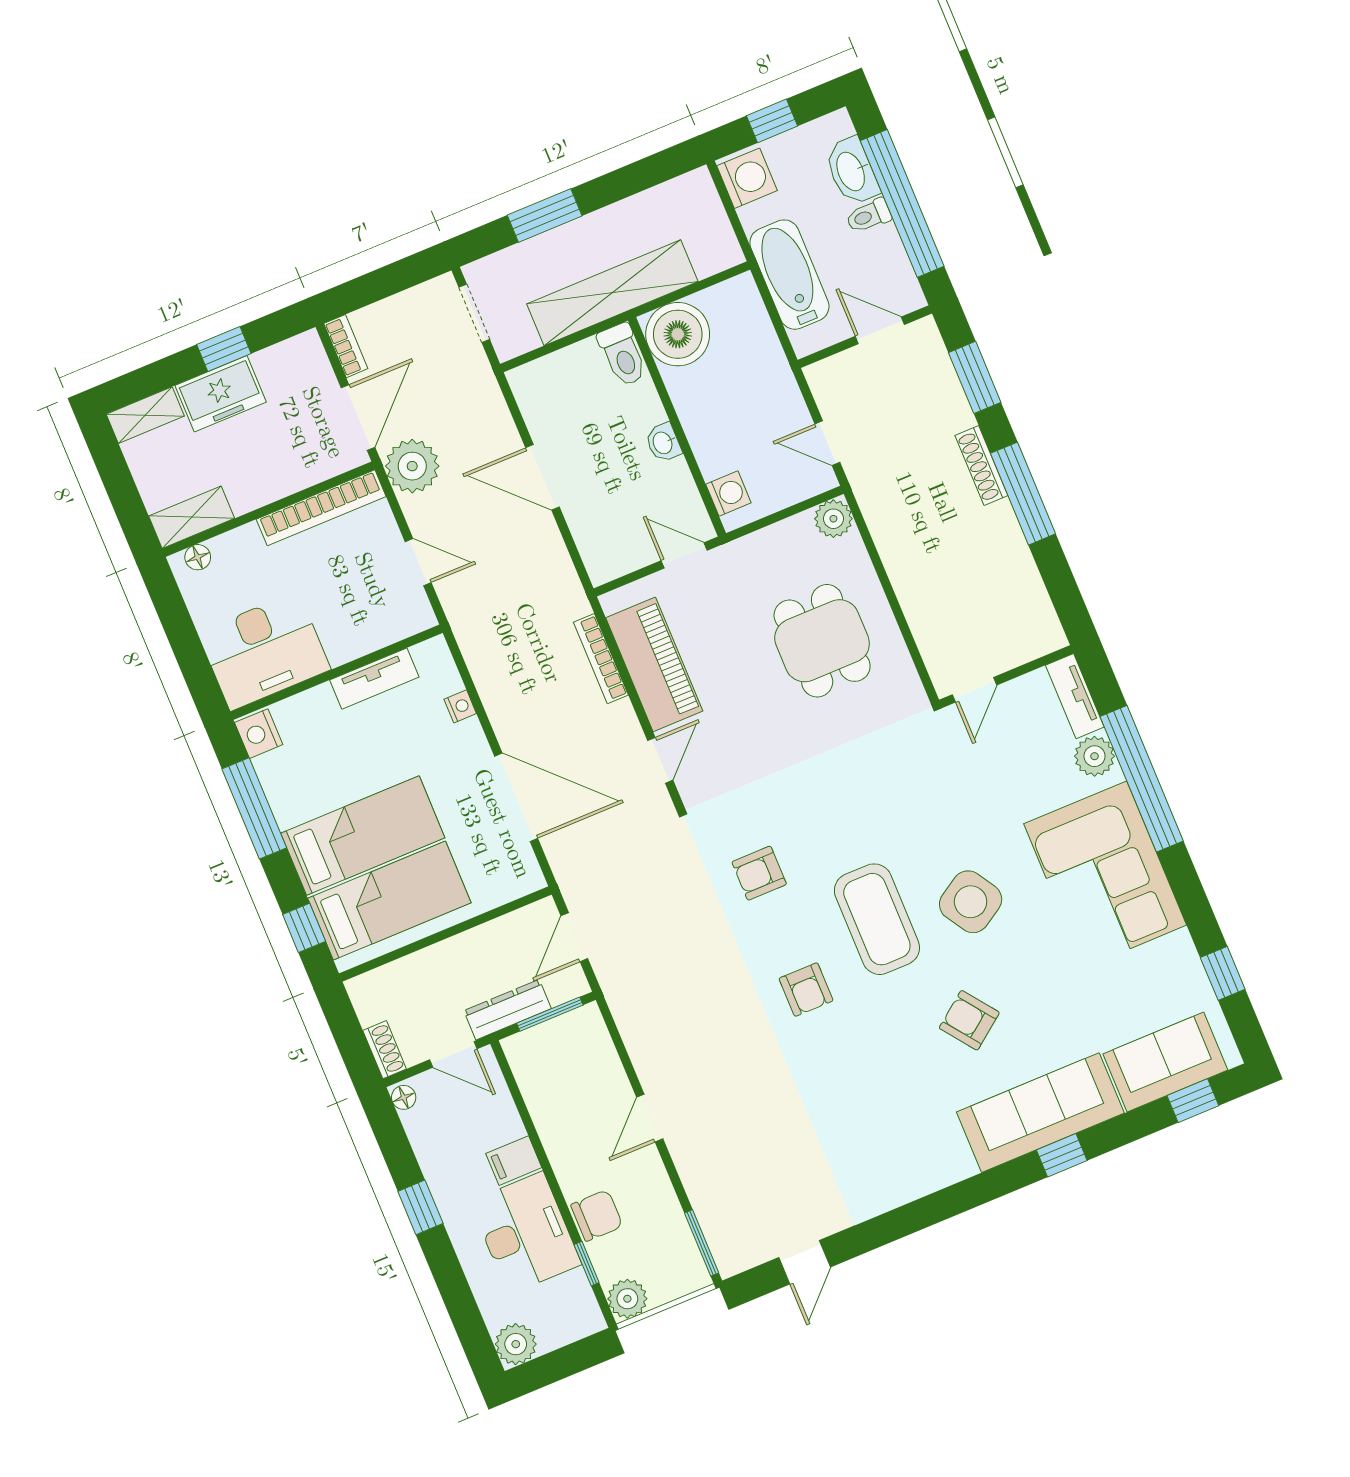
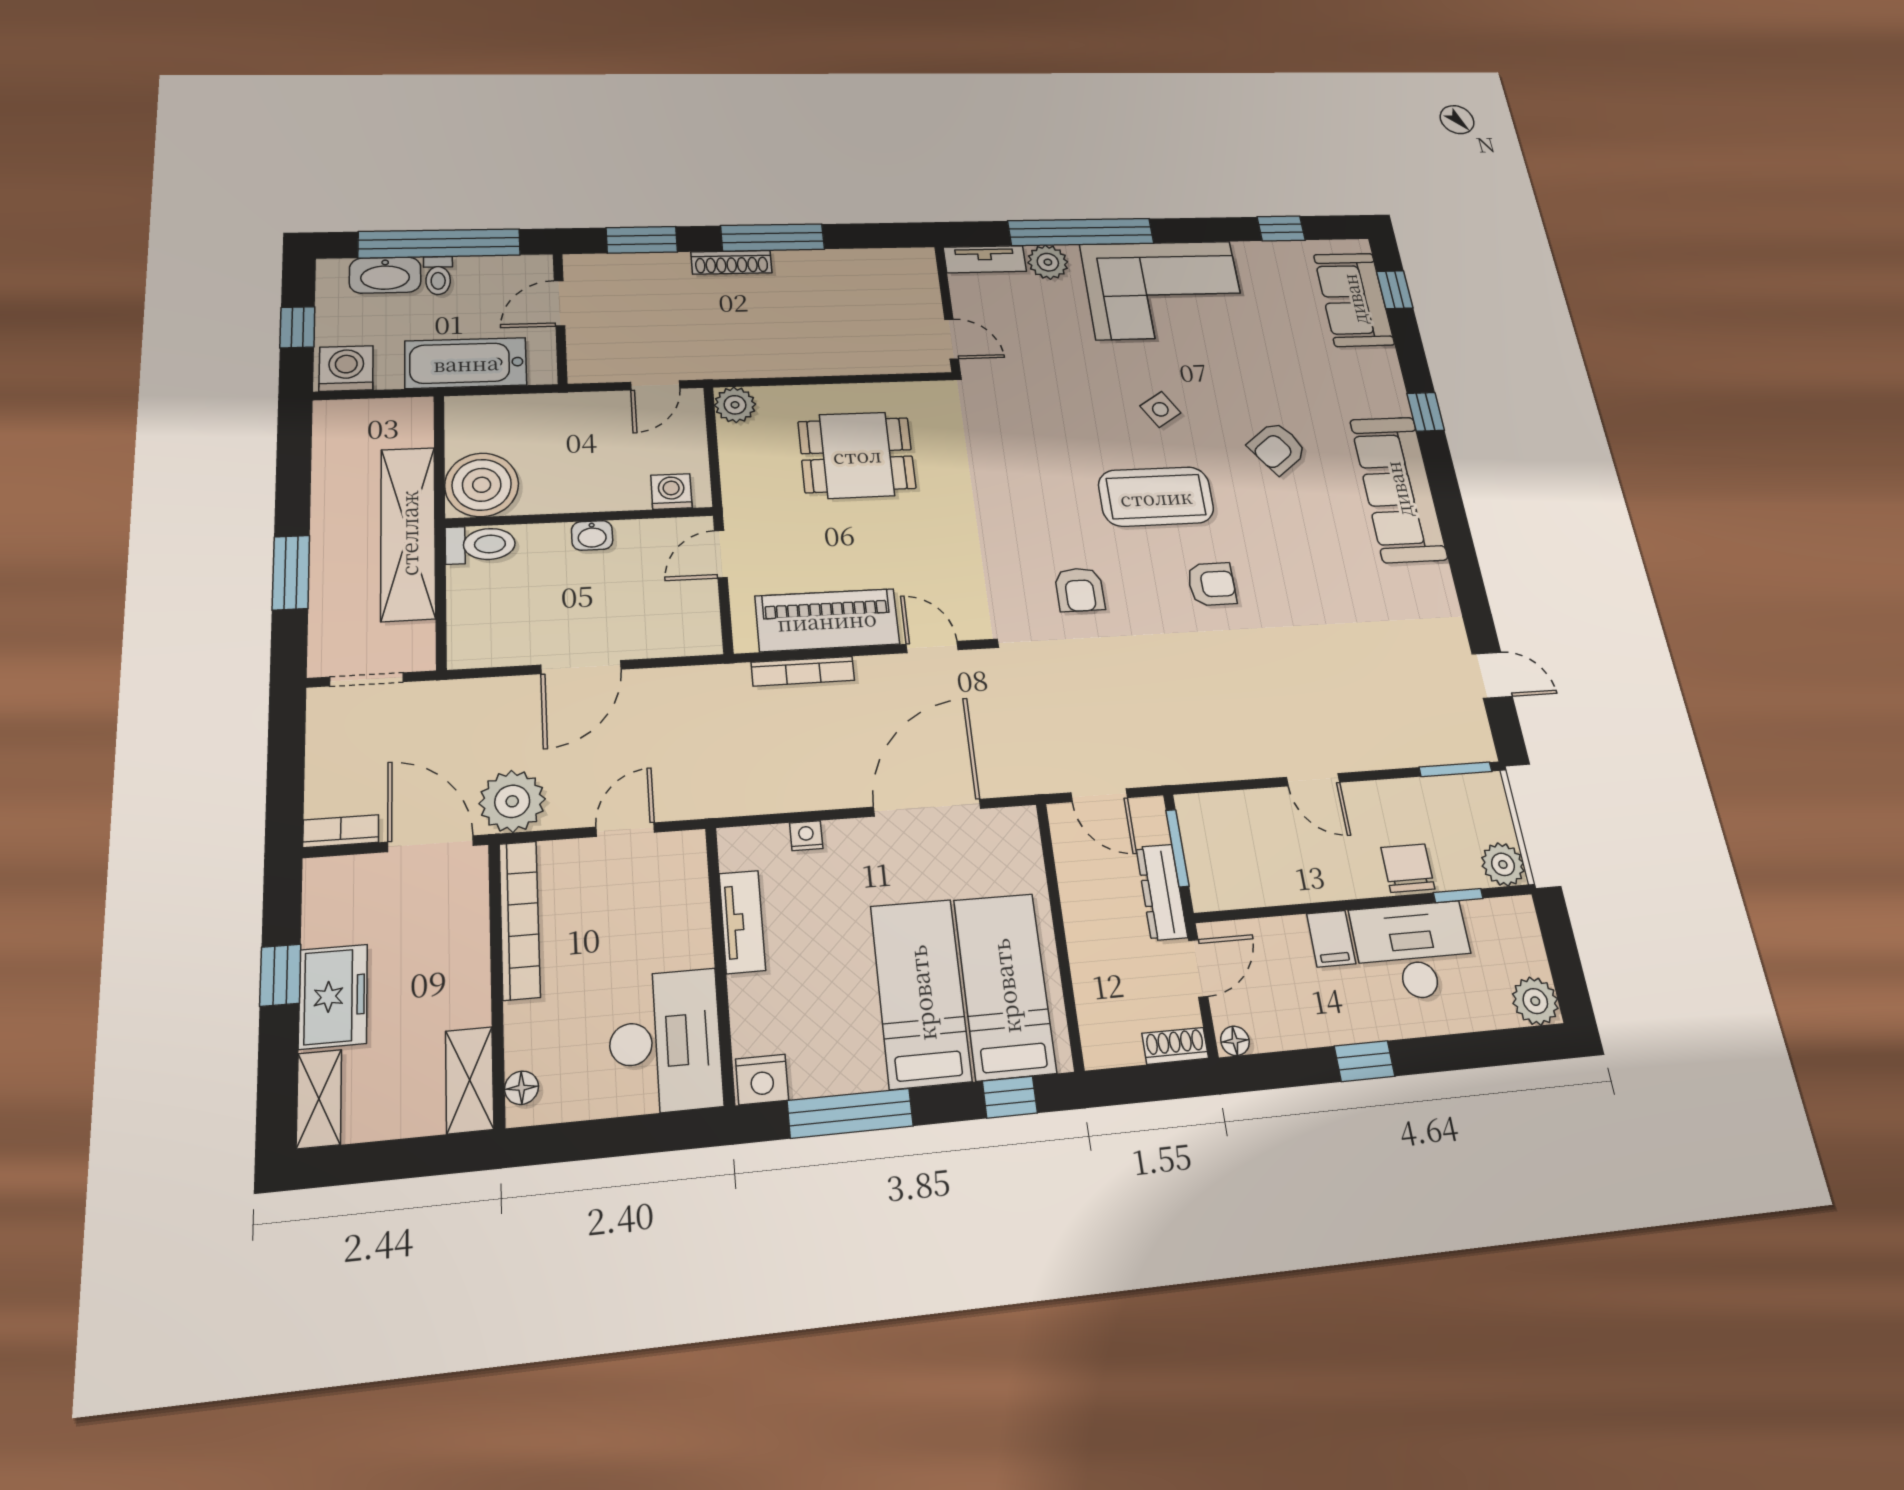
side table: (971, 902) -> (1160, 409), width x0.54, depth x0.54
sofa: (1040, 1113) -> (1398, 489), moved

